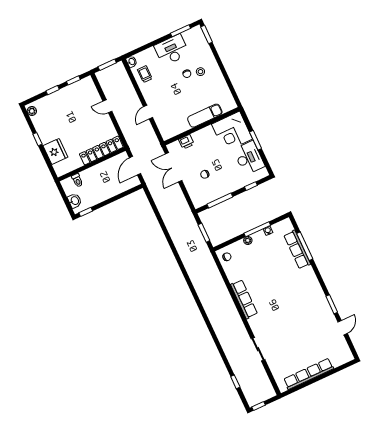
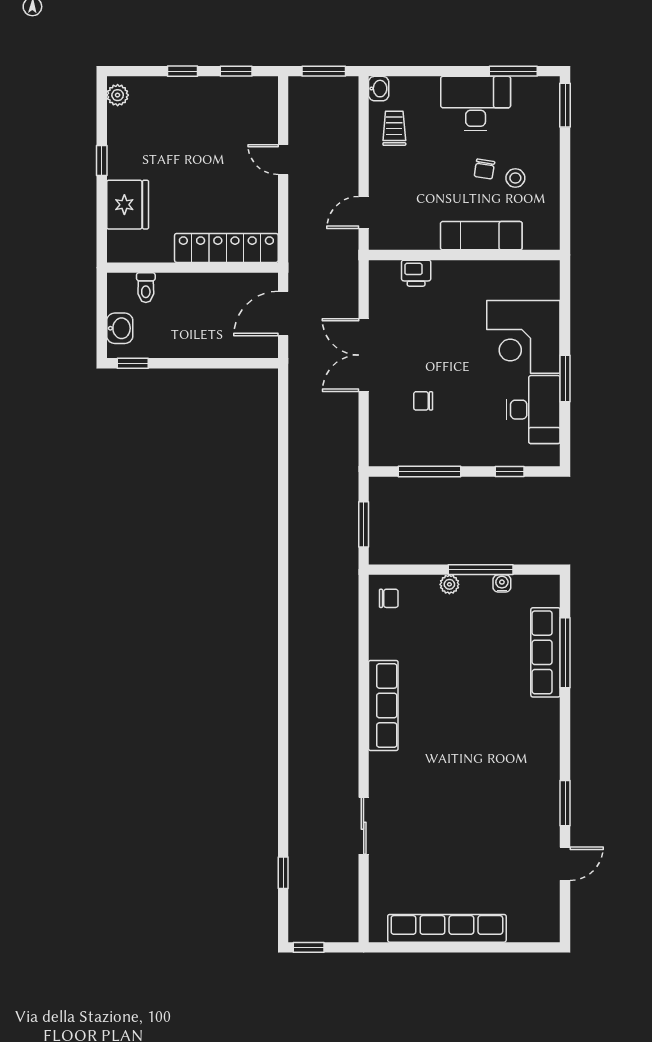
exam couch: (205, 116) -> (481, 236), moved
wall: (202, 126) -> (464, 255), moved
printer: (186, 142) -> (416, 273), moved

